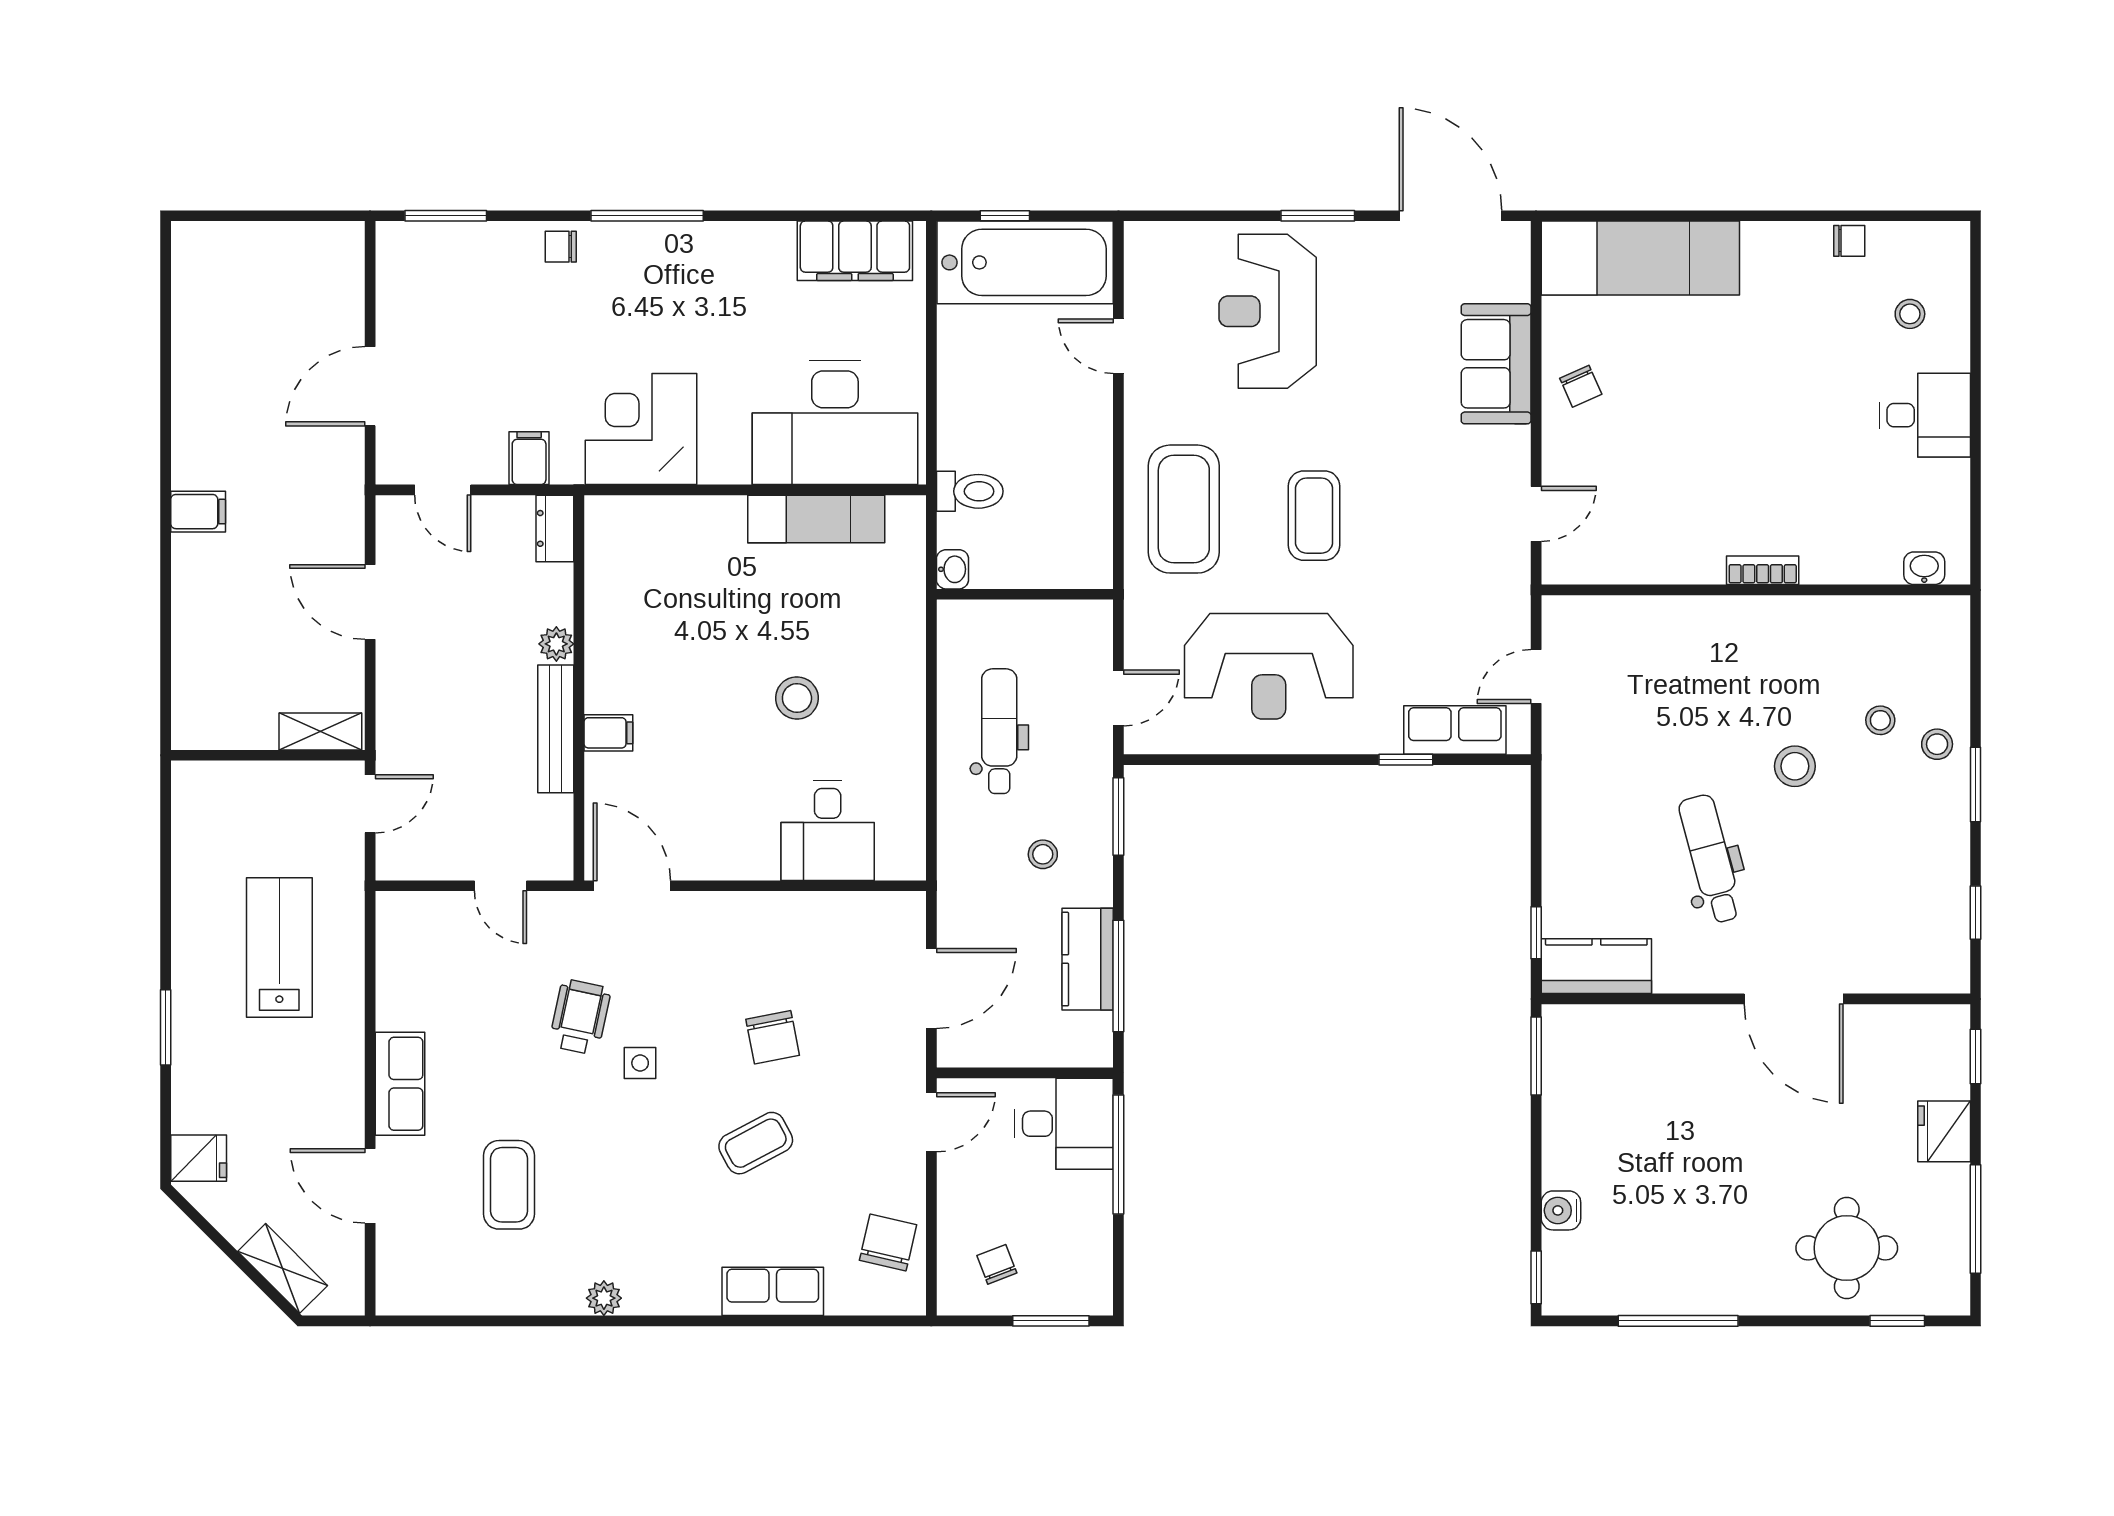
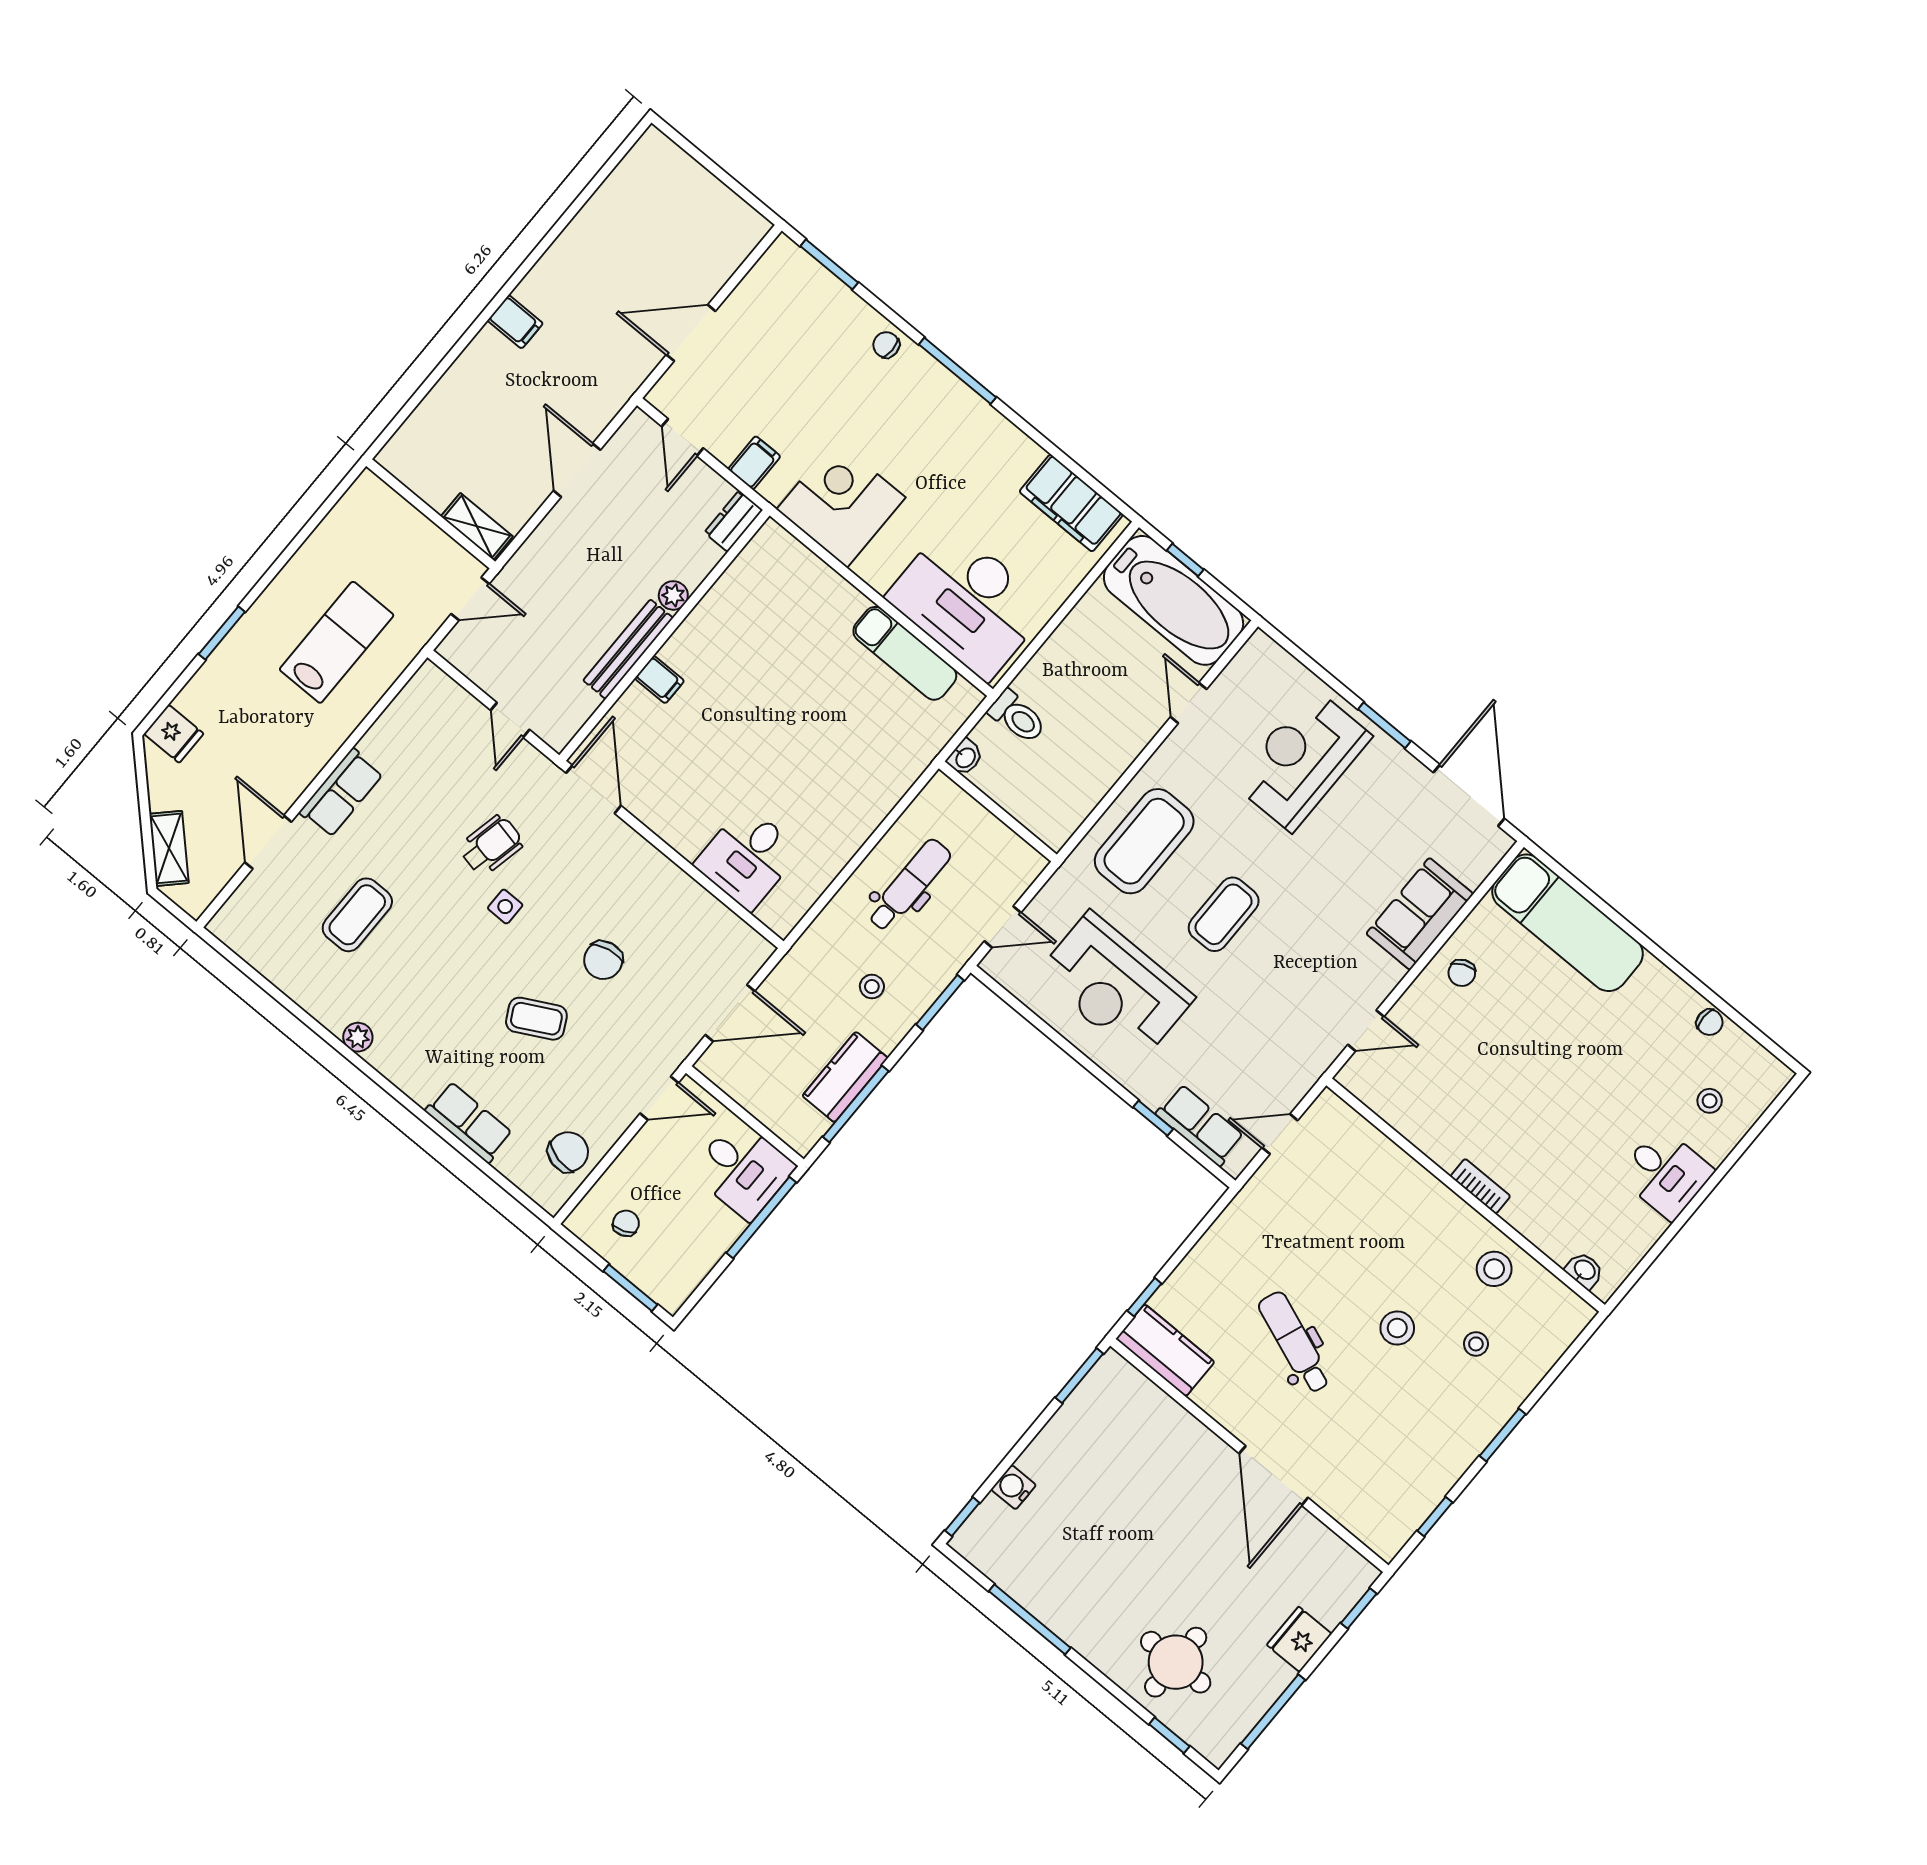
stool: (797, 698) -> (798, 757), removed
stool: (1937, 744) -> (1494, 1269), moved, width x1.37, depth x1.37
dental chair: (1711, 859) -> (1295, 1342), turned -54

